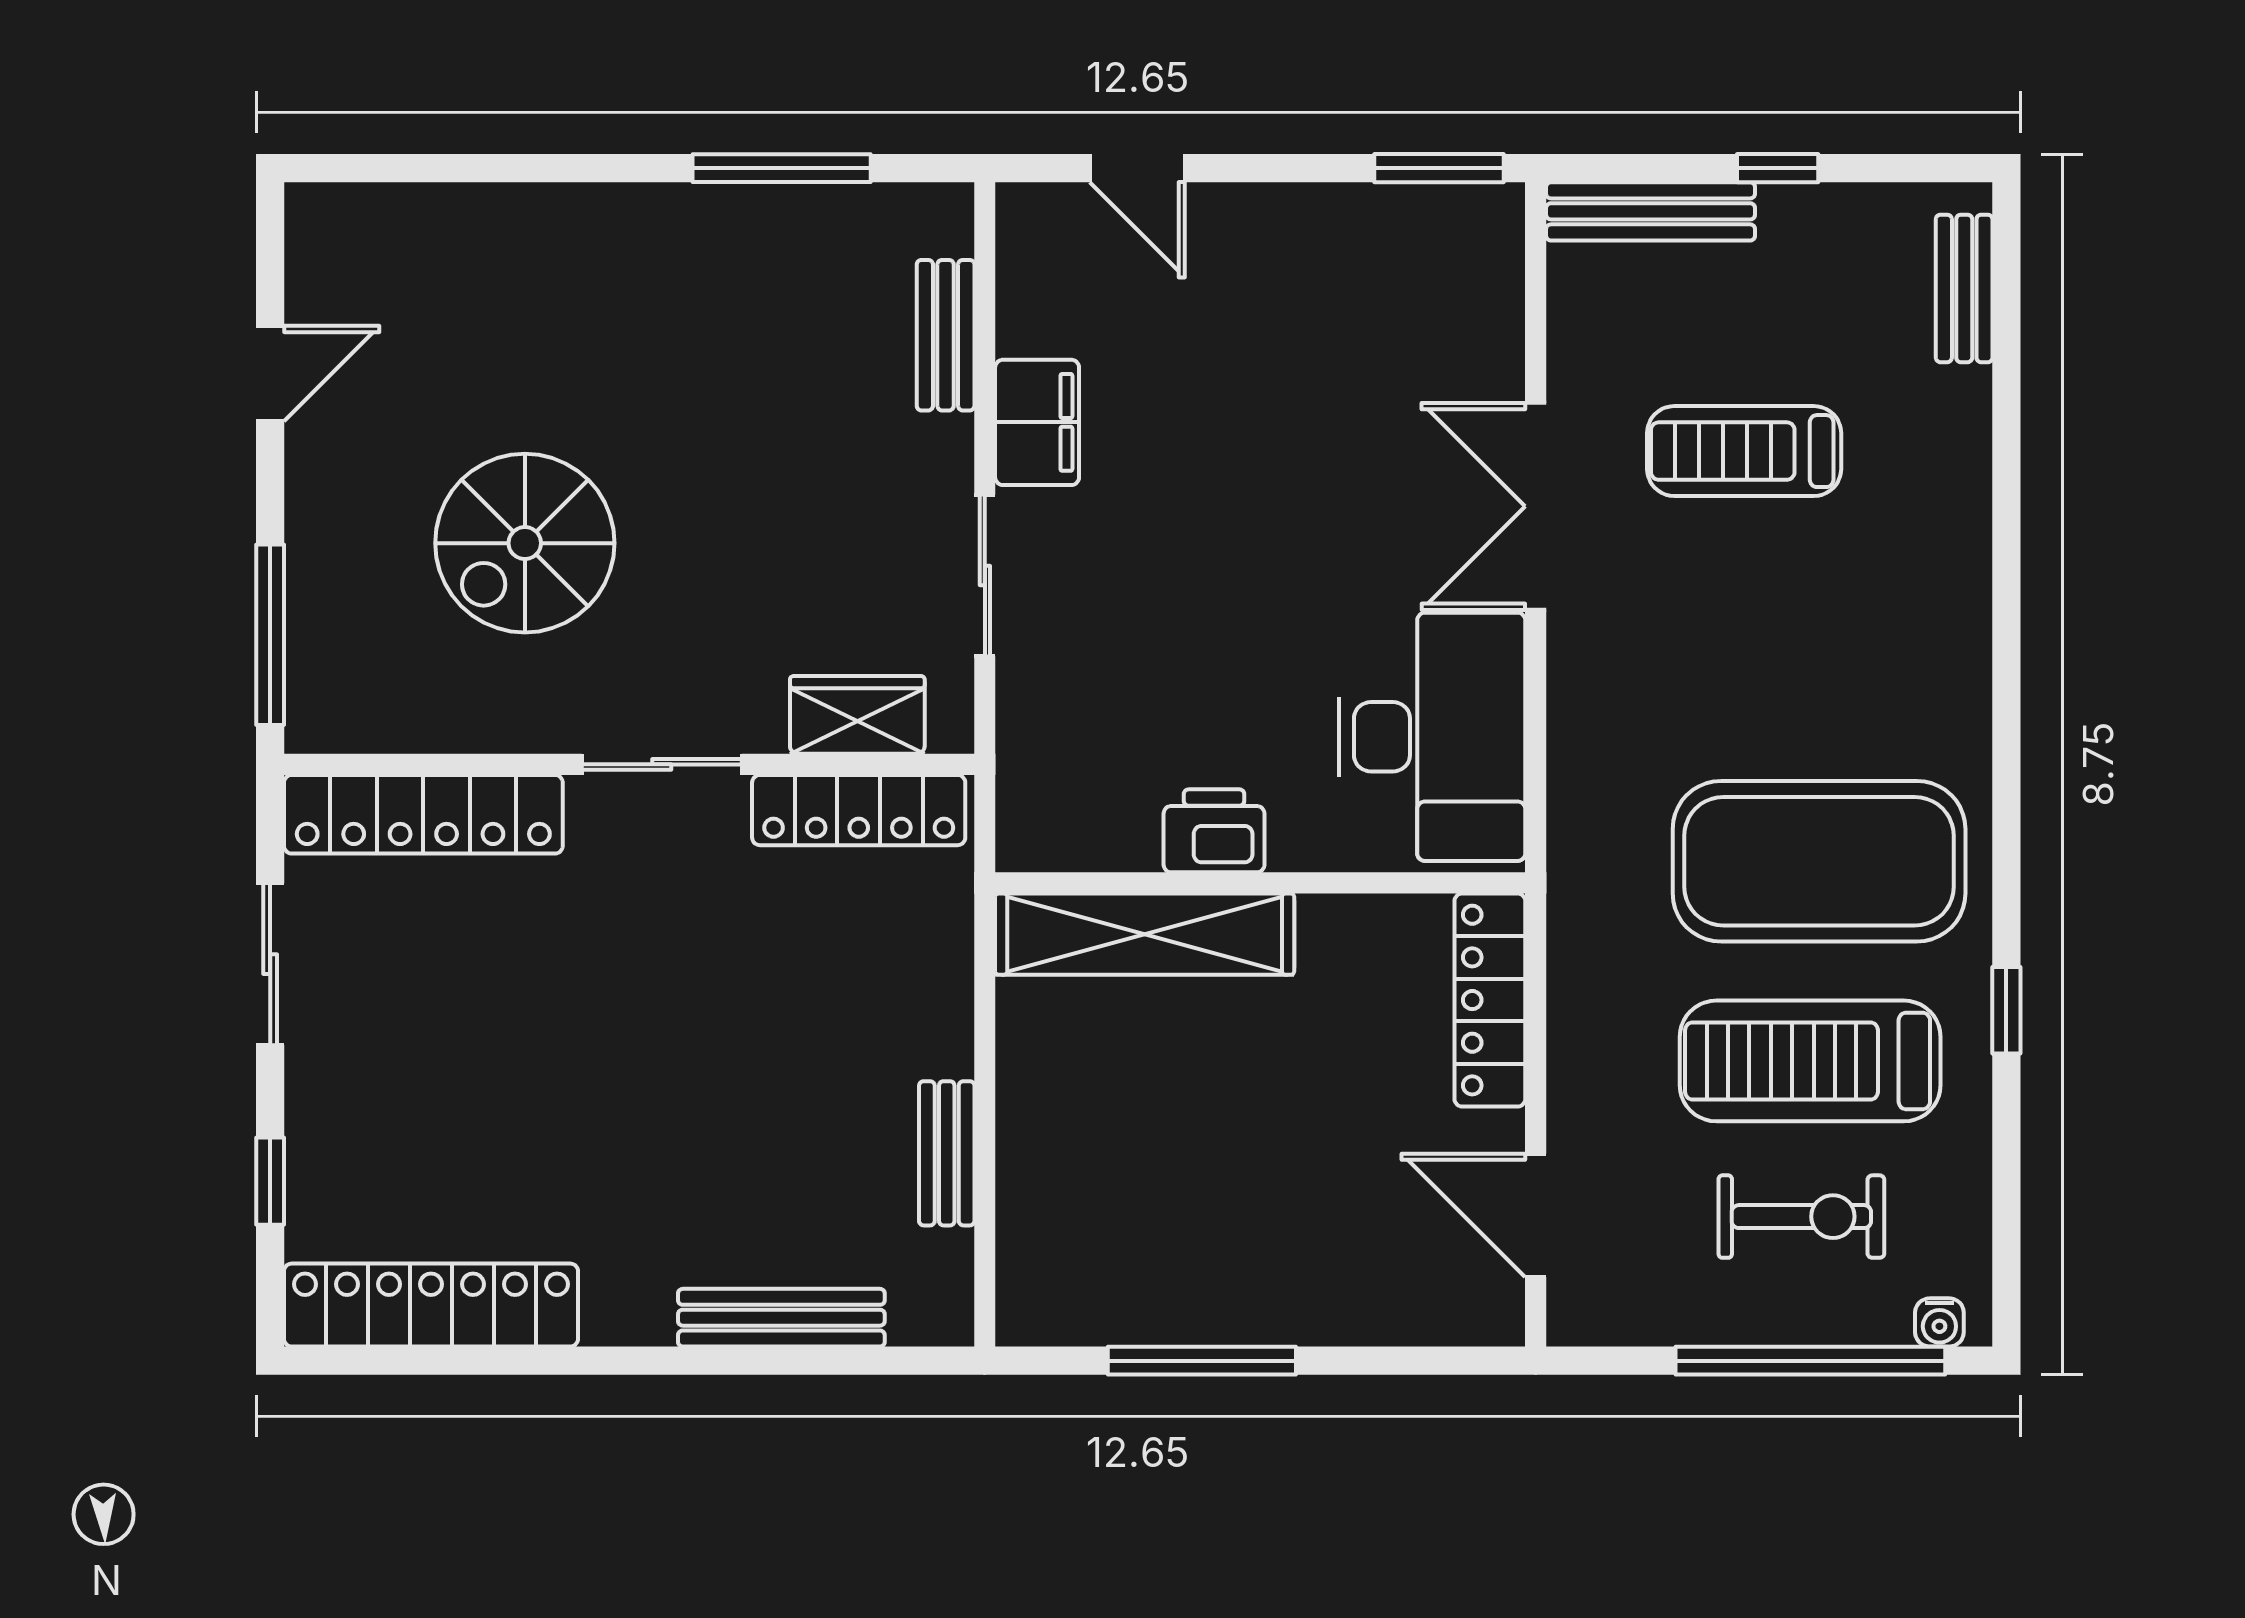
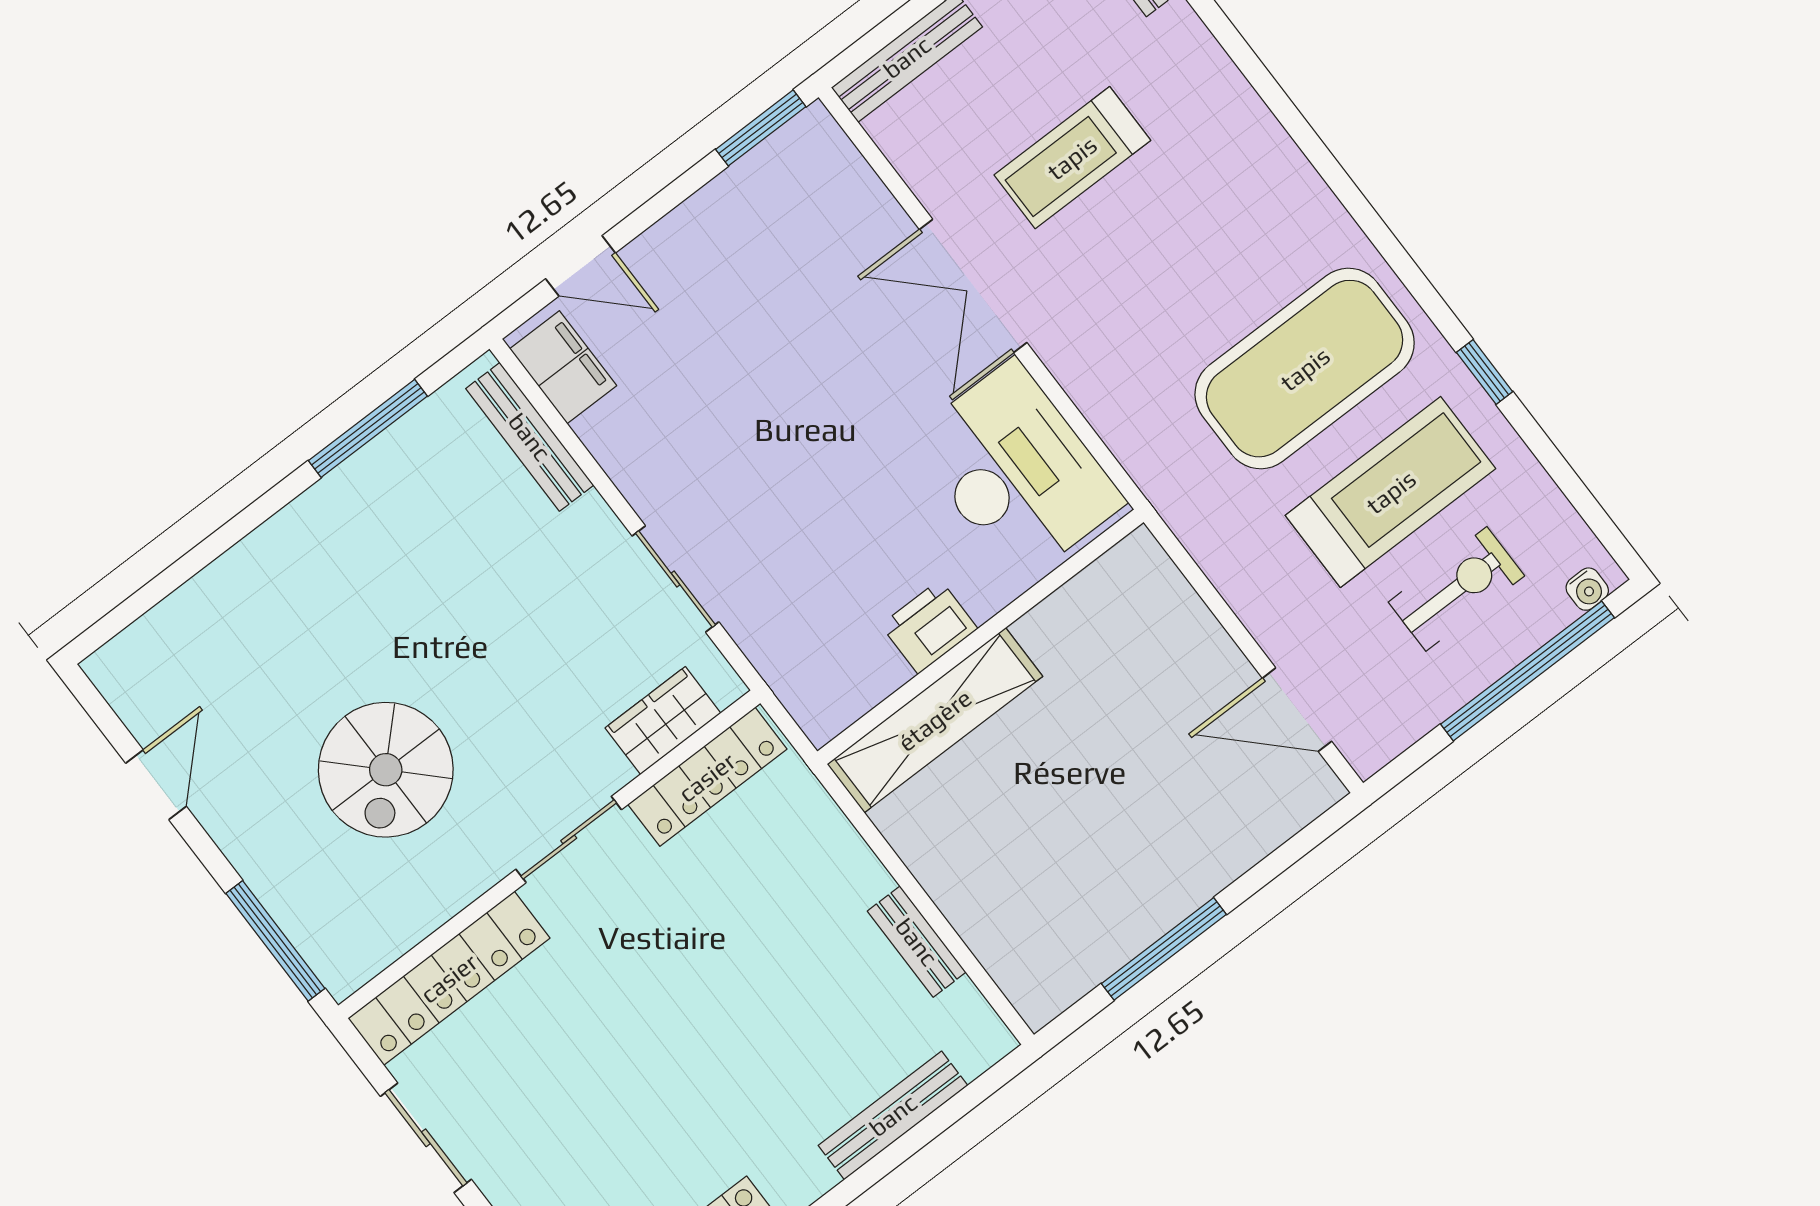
bench: (946, 335) -> (530, 437), width x1.36
filing cabinet: (1037, 422) -> (563, 367), moved
locker: (1490, 1000) -> (1171, 602), removed
treadmill: (1810, 1061) -> (1391, 492), turned 180

